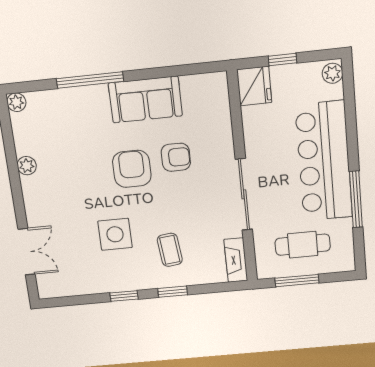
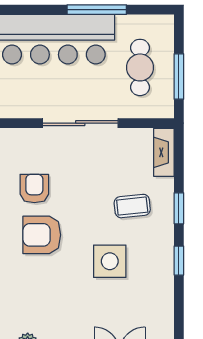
fireplace: (236, 260) -> (164, 152), moved, turned 90

